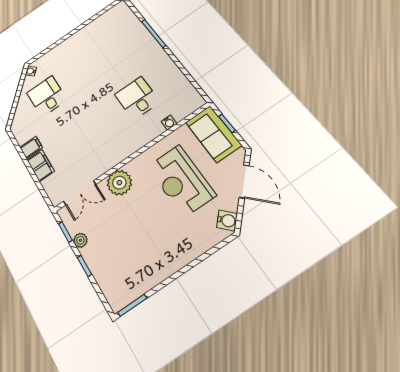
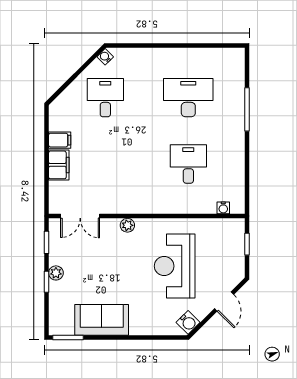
desk: (106, 56) -> (188, 98), added
water cooler: (169, 122) -> (223, 208), moved
sofa: (213, 134) -> (102, 320), moved, turned 90
door: (244, 181) -> (224, 301), width x0.73
plant: (119, 183) -> (127, 225), width x0.53, depth x0.53
plant: (80, 240) -> (56, 273), moved

